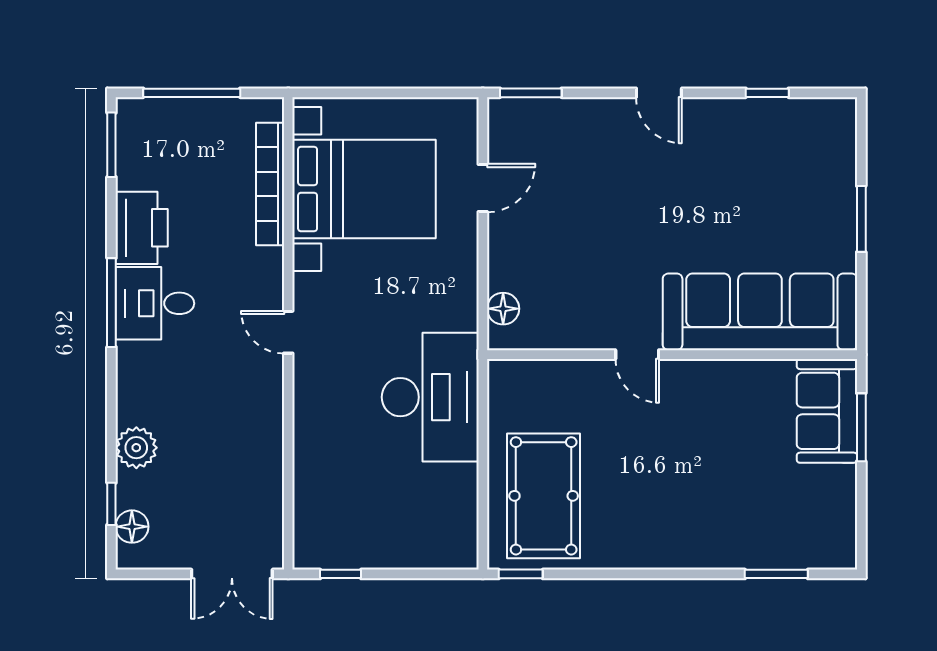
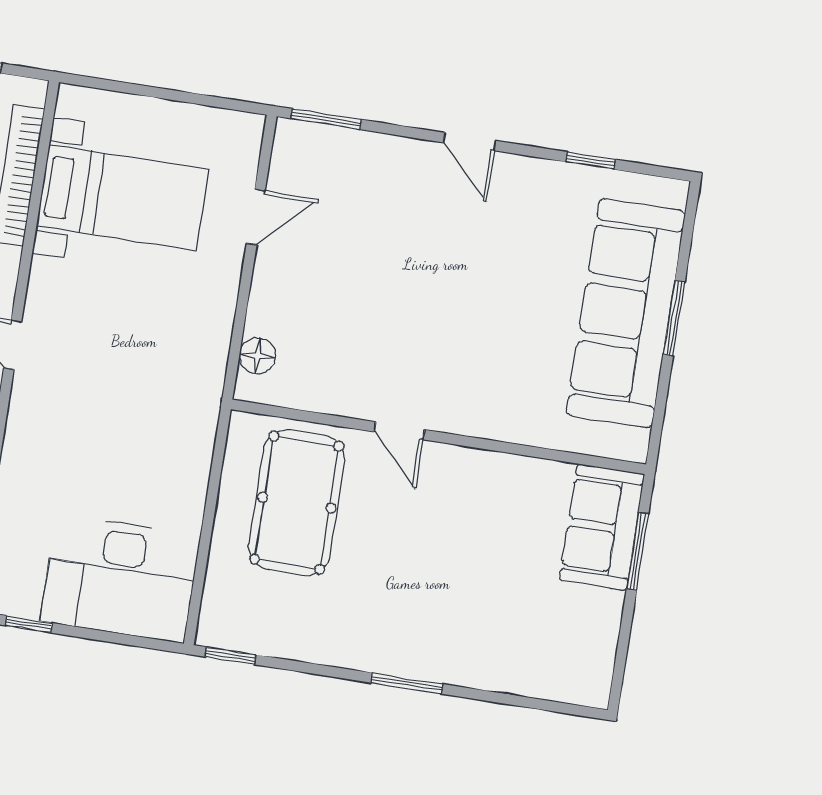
bed with nightstands: (364, 189) -> (123, 197), width x0.73
sofa: (760, 312) -> (626, 313), moved, turned -90
desk: (430, 397) -> (120, 578), moved, turned 90
pool table: (544, 496) -> (297, 503), moved
window: (776, 574) -> (407, 683), moved

